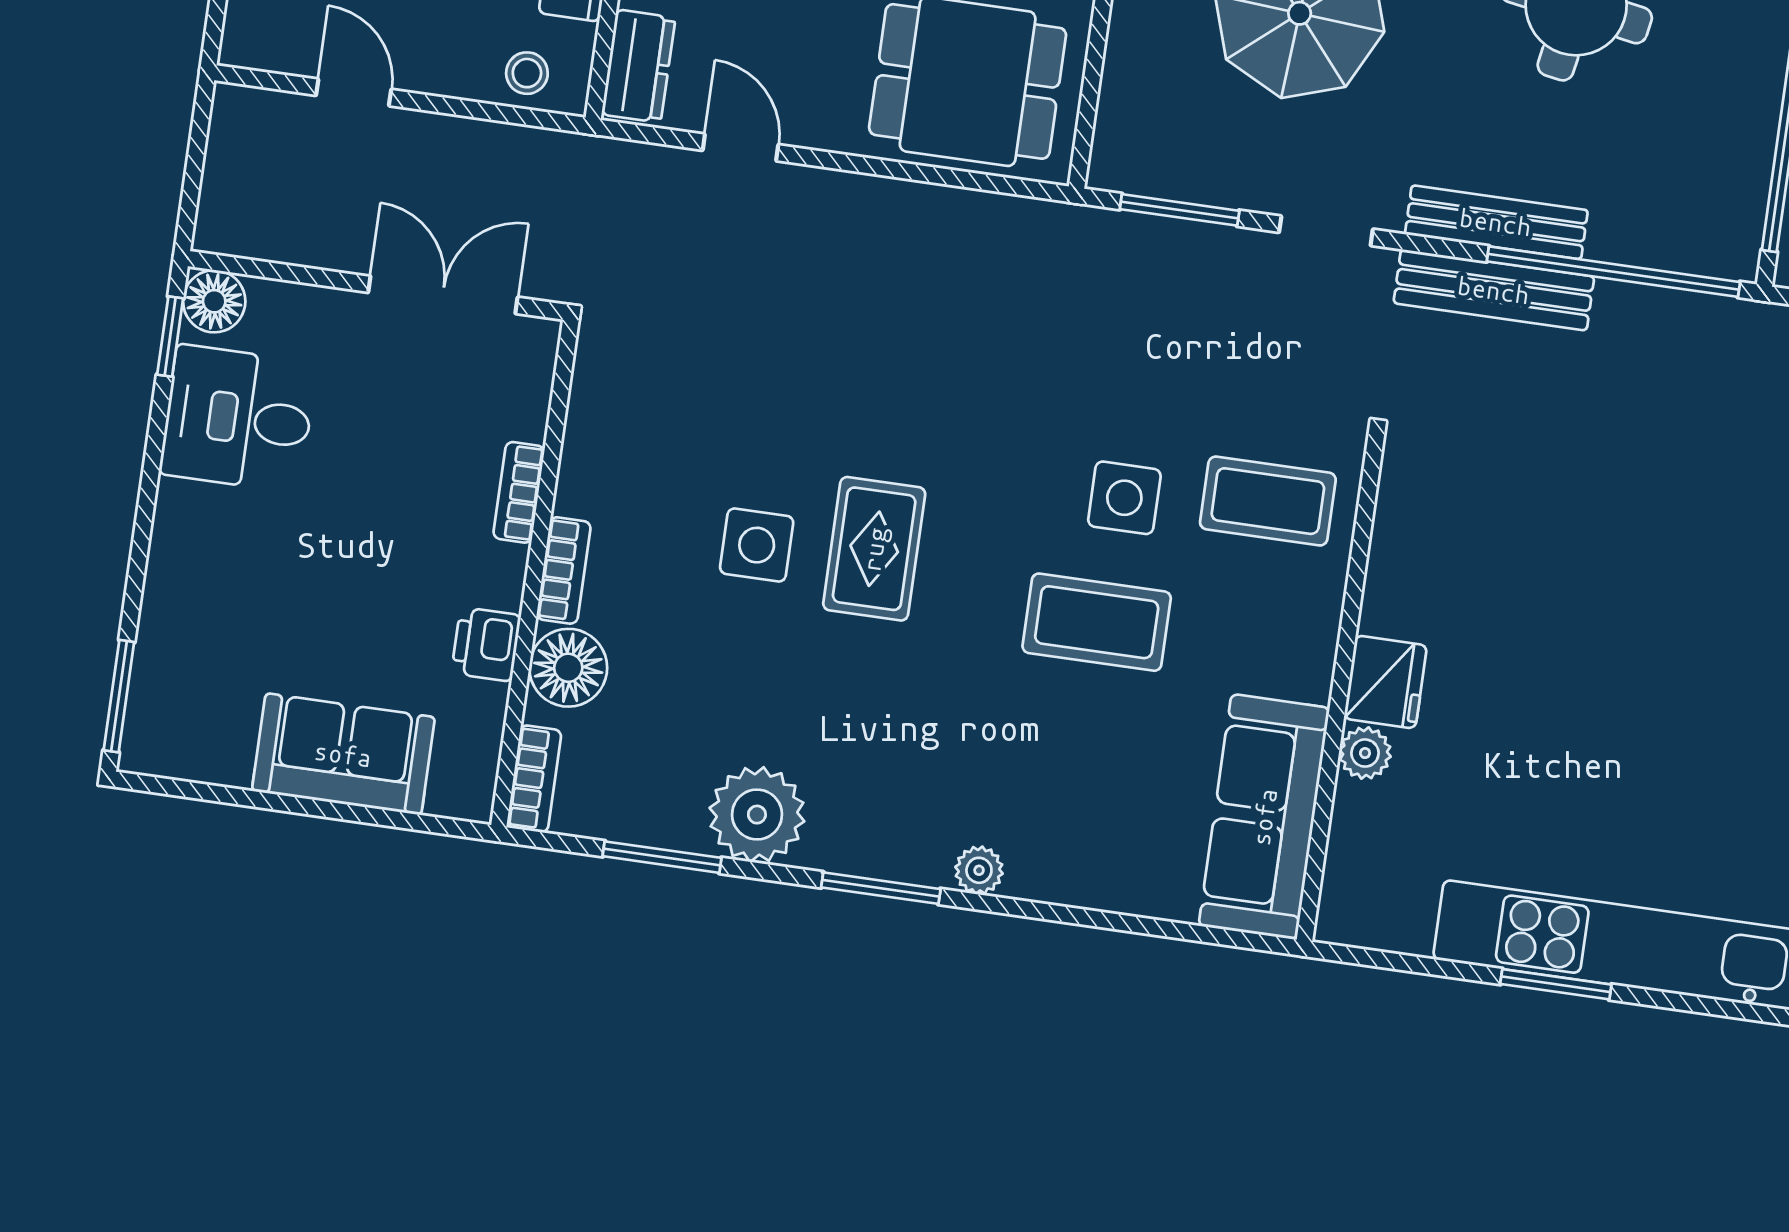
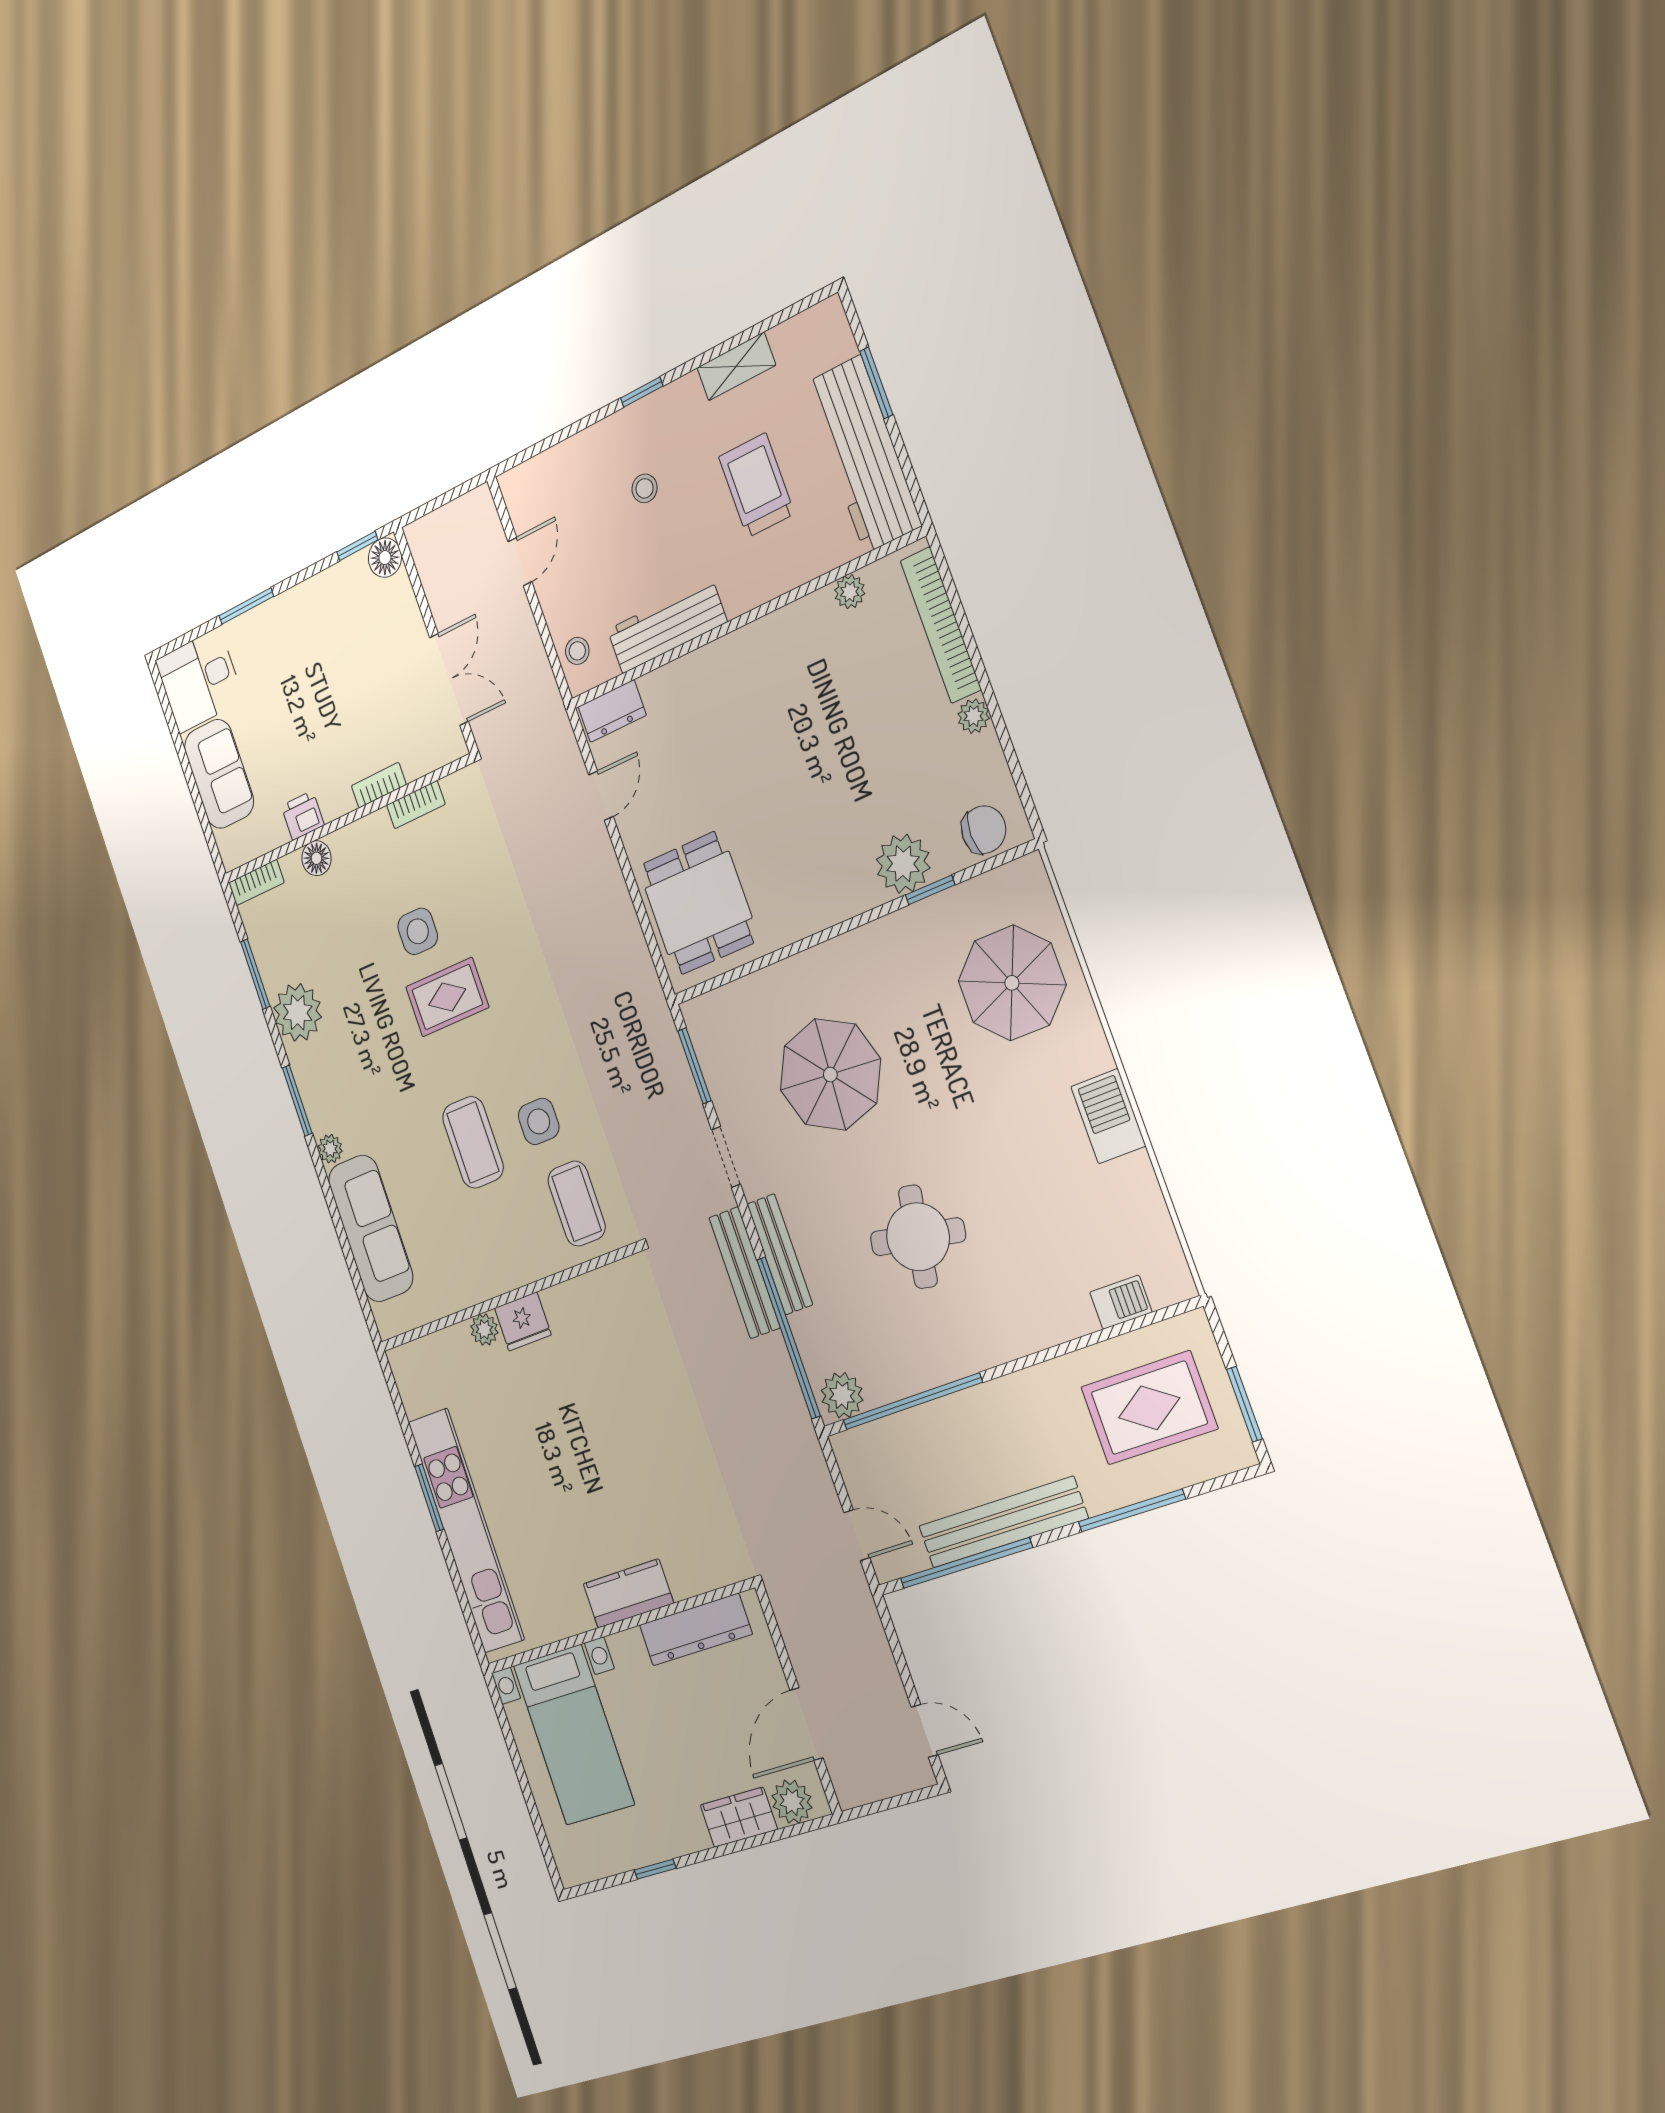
plant: (1728, 234) -> (842, 1395), added
desk: (238, 418) -> (199, 680), moved, turned -90
bookcase: (564, 570) -> (416, 805), moved
floor lamp: (568, 668) -> (316, 858), width x0.73, depth x0.73
window: (119, 696) -> (246, 606), moved
sofa: (1264, 817) -> (371, 1228), moved, turned 90

